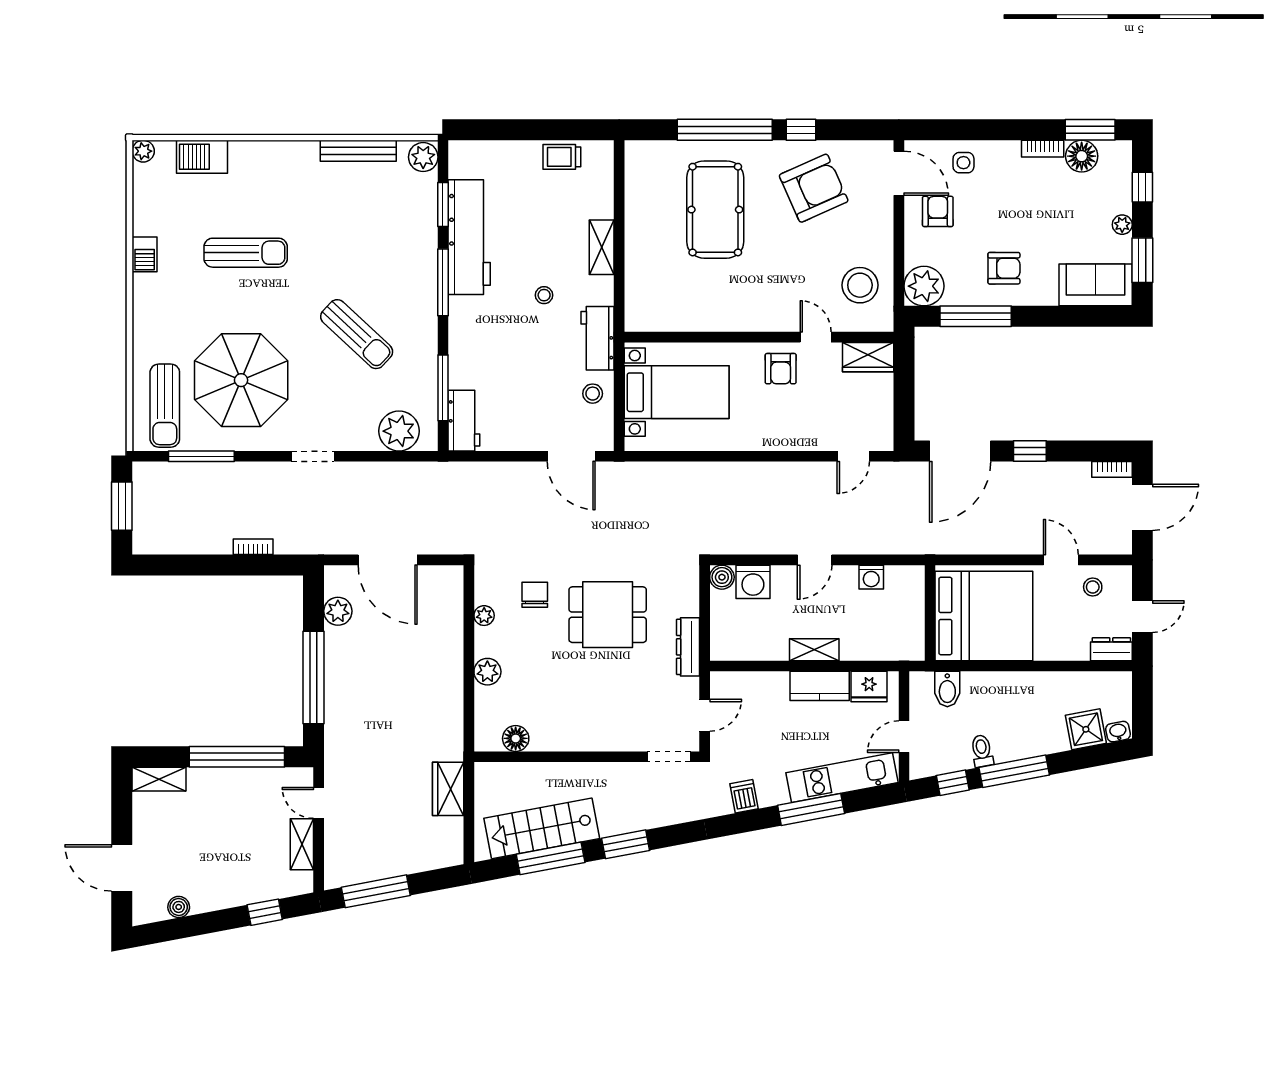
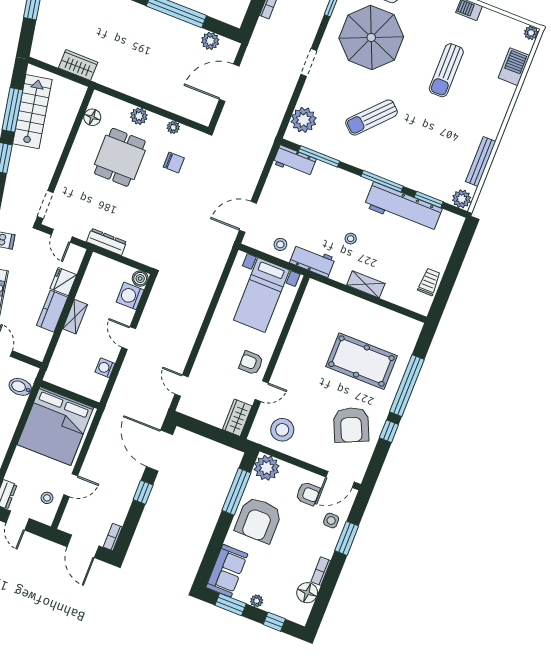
window: (1090, 130) -> (347, 538), moved
armchair: (1004, 268) -> (258, 520), width x1.88, depth x1.88
dining table: (608, 615) -> (120, 157), moved
fridge: (869, 687) -> (63, 282), moved

